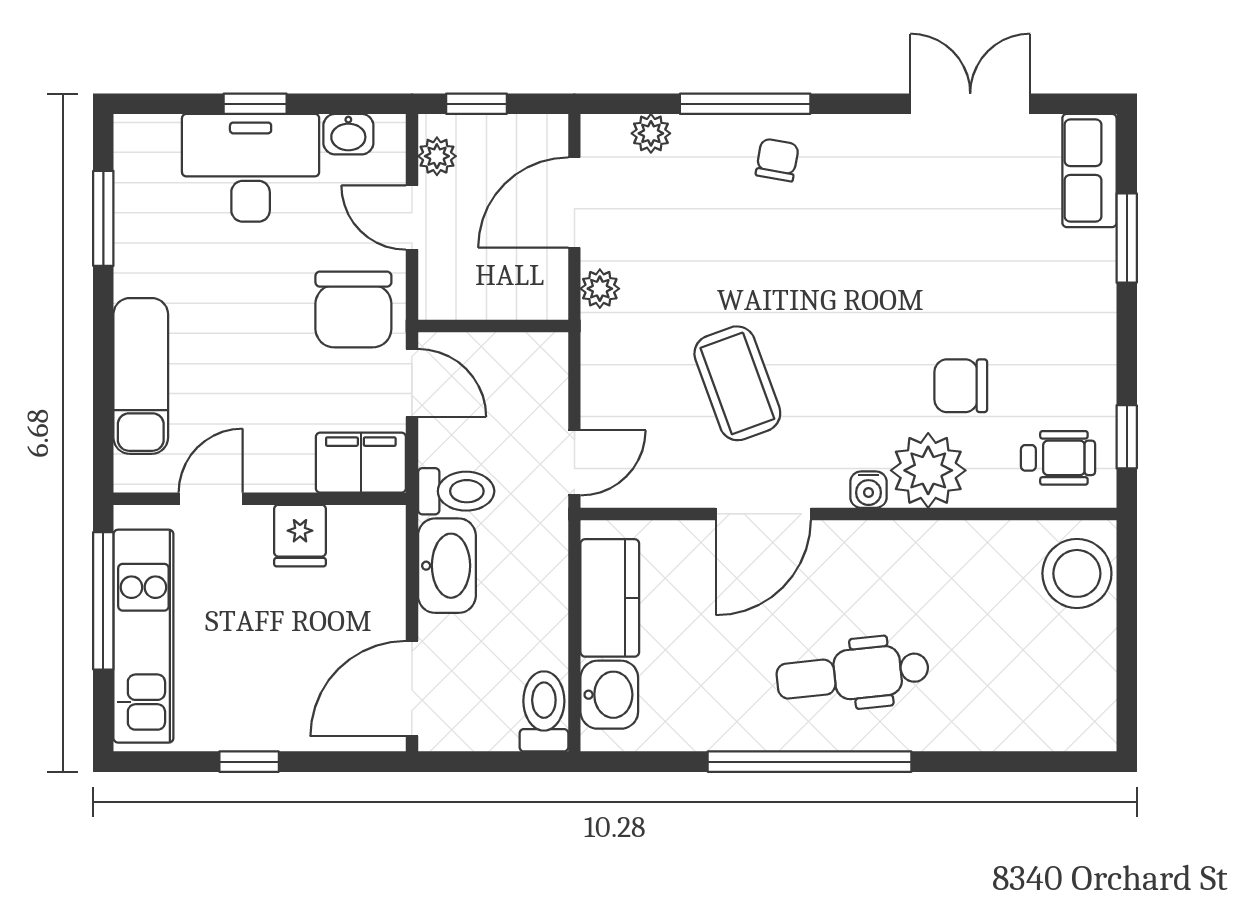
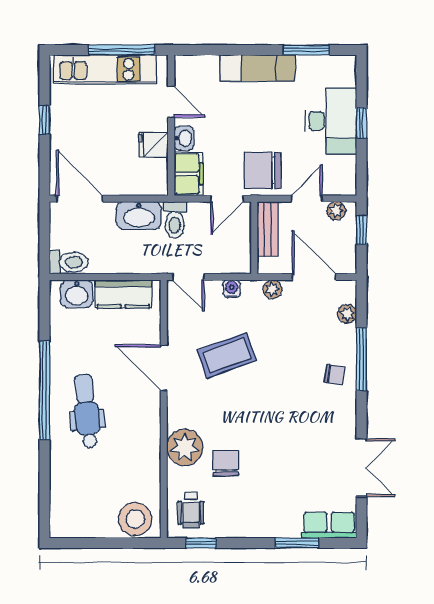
washbasin: (348, 134) -> (184, 138), moved, turned 180
bench: (475, 298) -> (268, 229), added
exam couch: (141, 376) -> (258, 68), moved
water cooler: (868, 490) -> (232, 289), moved, turned 90

